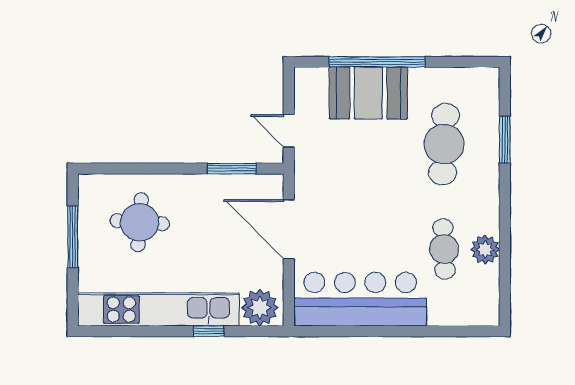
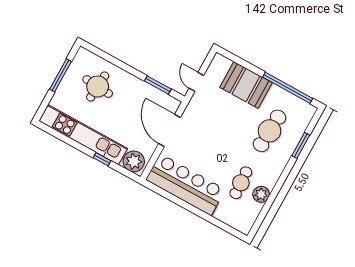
window: (377, 62) -> (288, 88), moved

